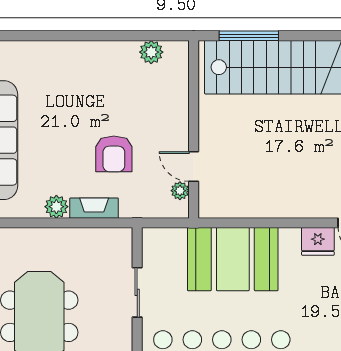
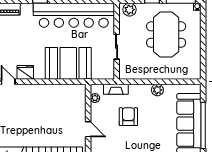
door: (194, 167) -> (88, 129), moved
fireplace: (94, 208) -> (116, 89), moved

